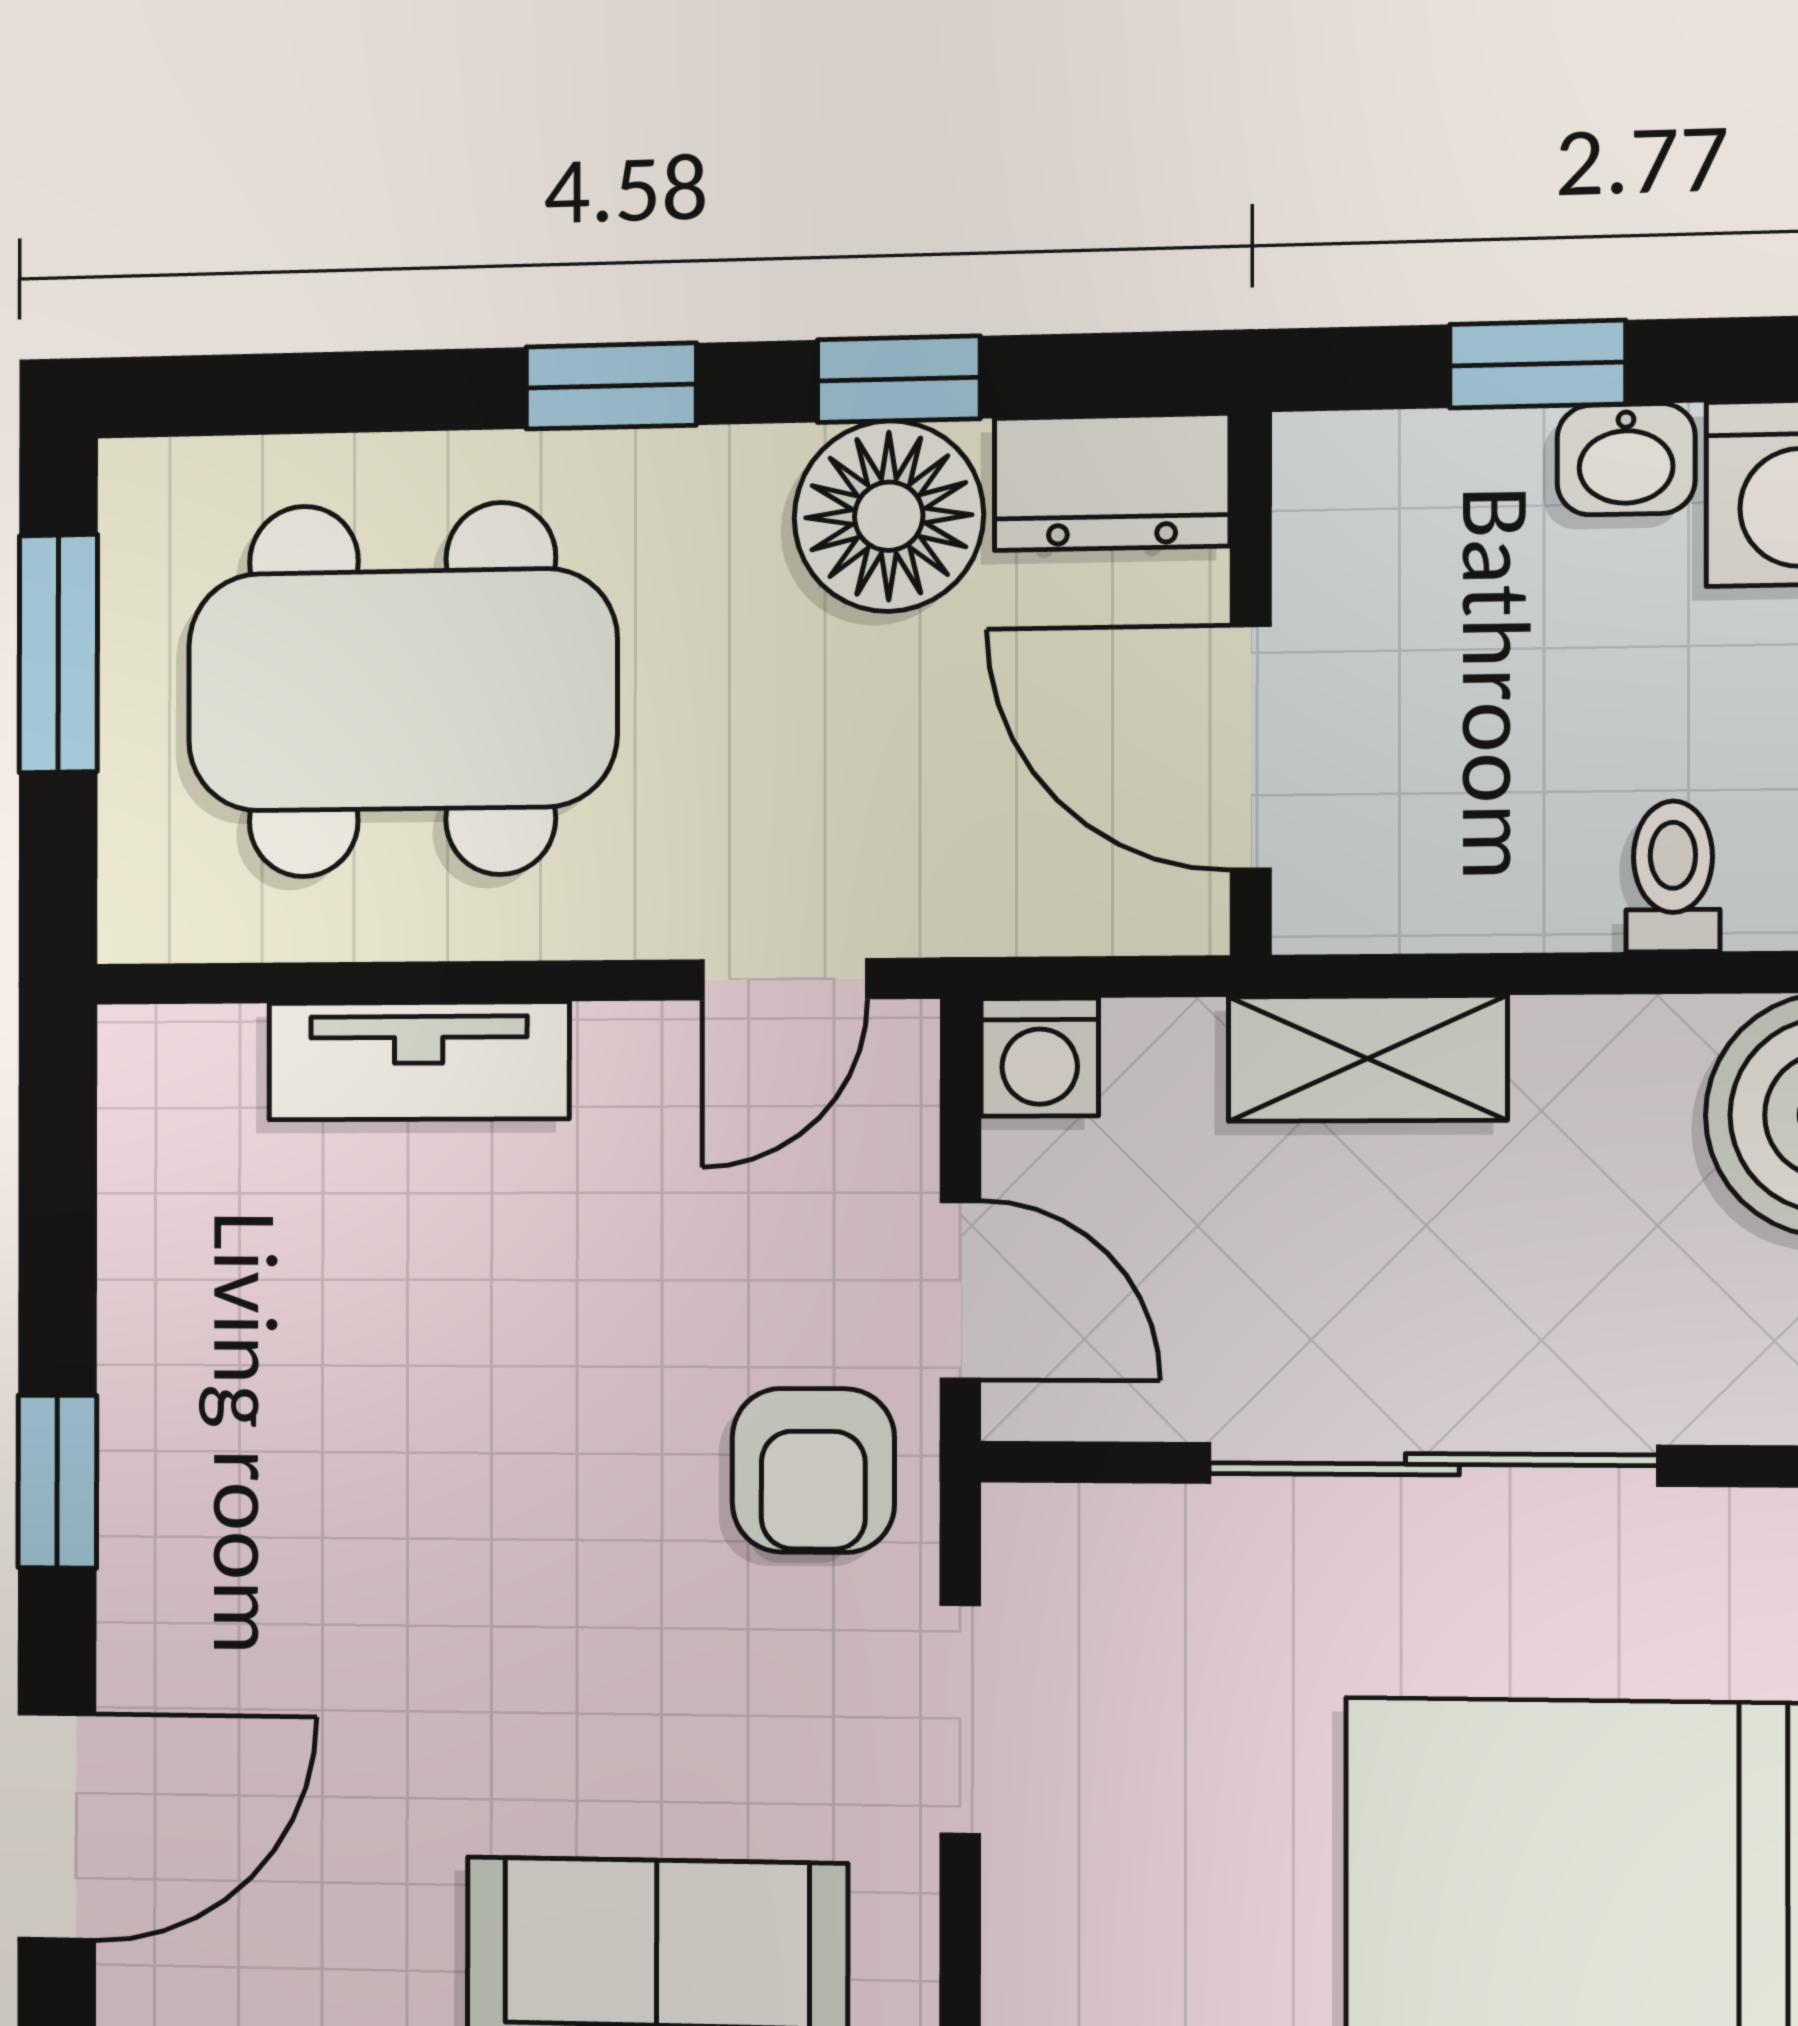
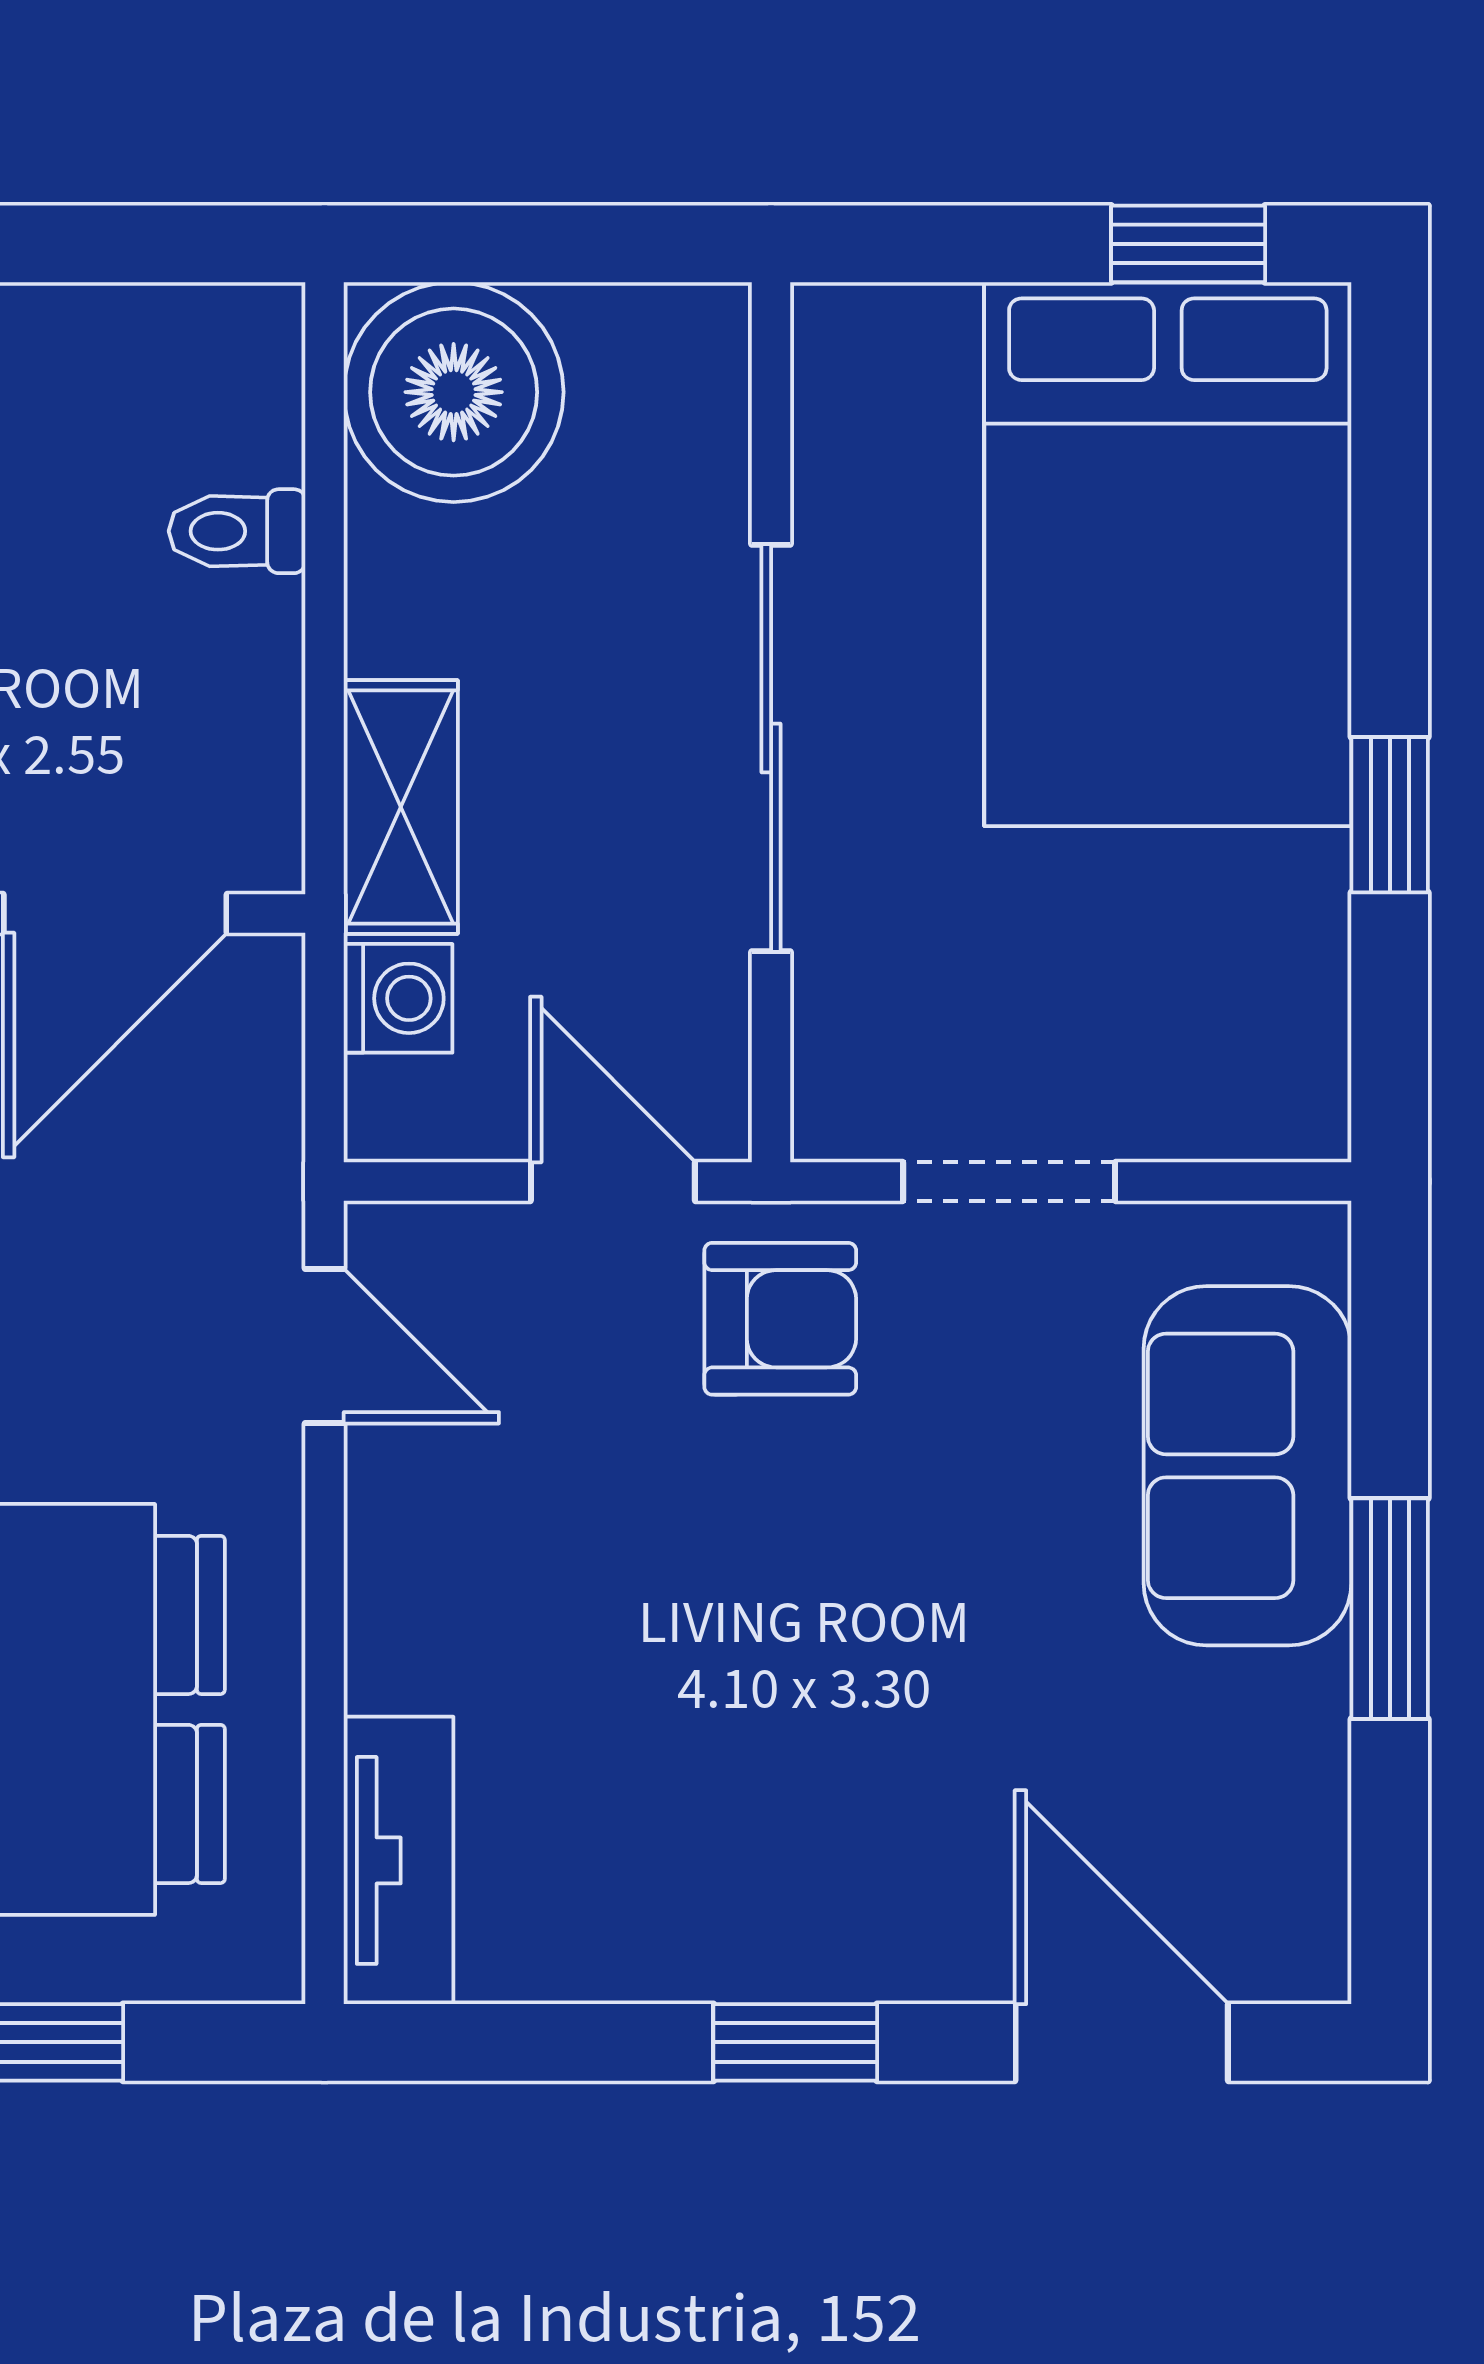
washing machine: (1040, 1057) -> (398, 998), moved
tv unit: (419, 1061) -> (399, 1860), moved
door: (960, 1290) -> (613, 1181), hinge flipped

